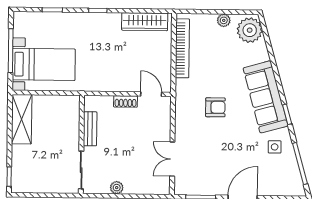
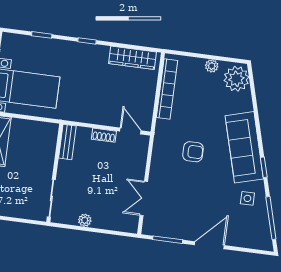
bench: (90, 129) -> (67, 142), moved

